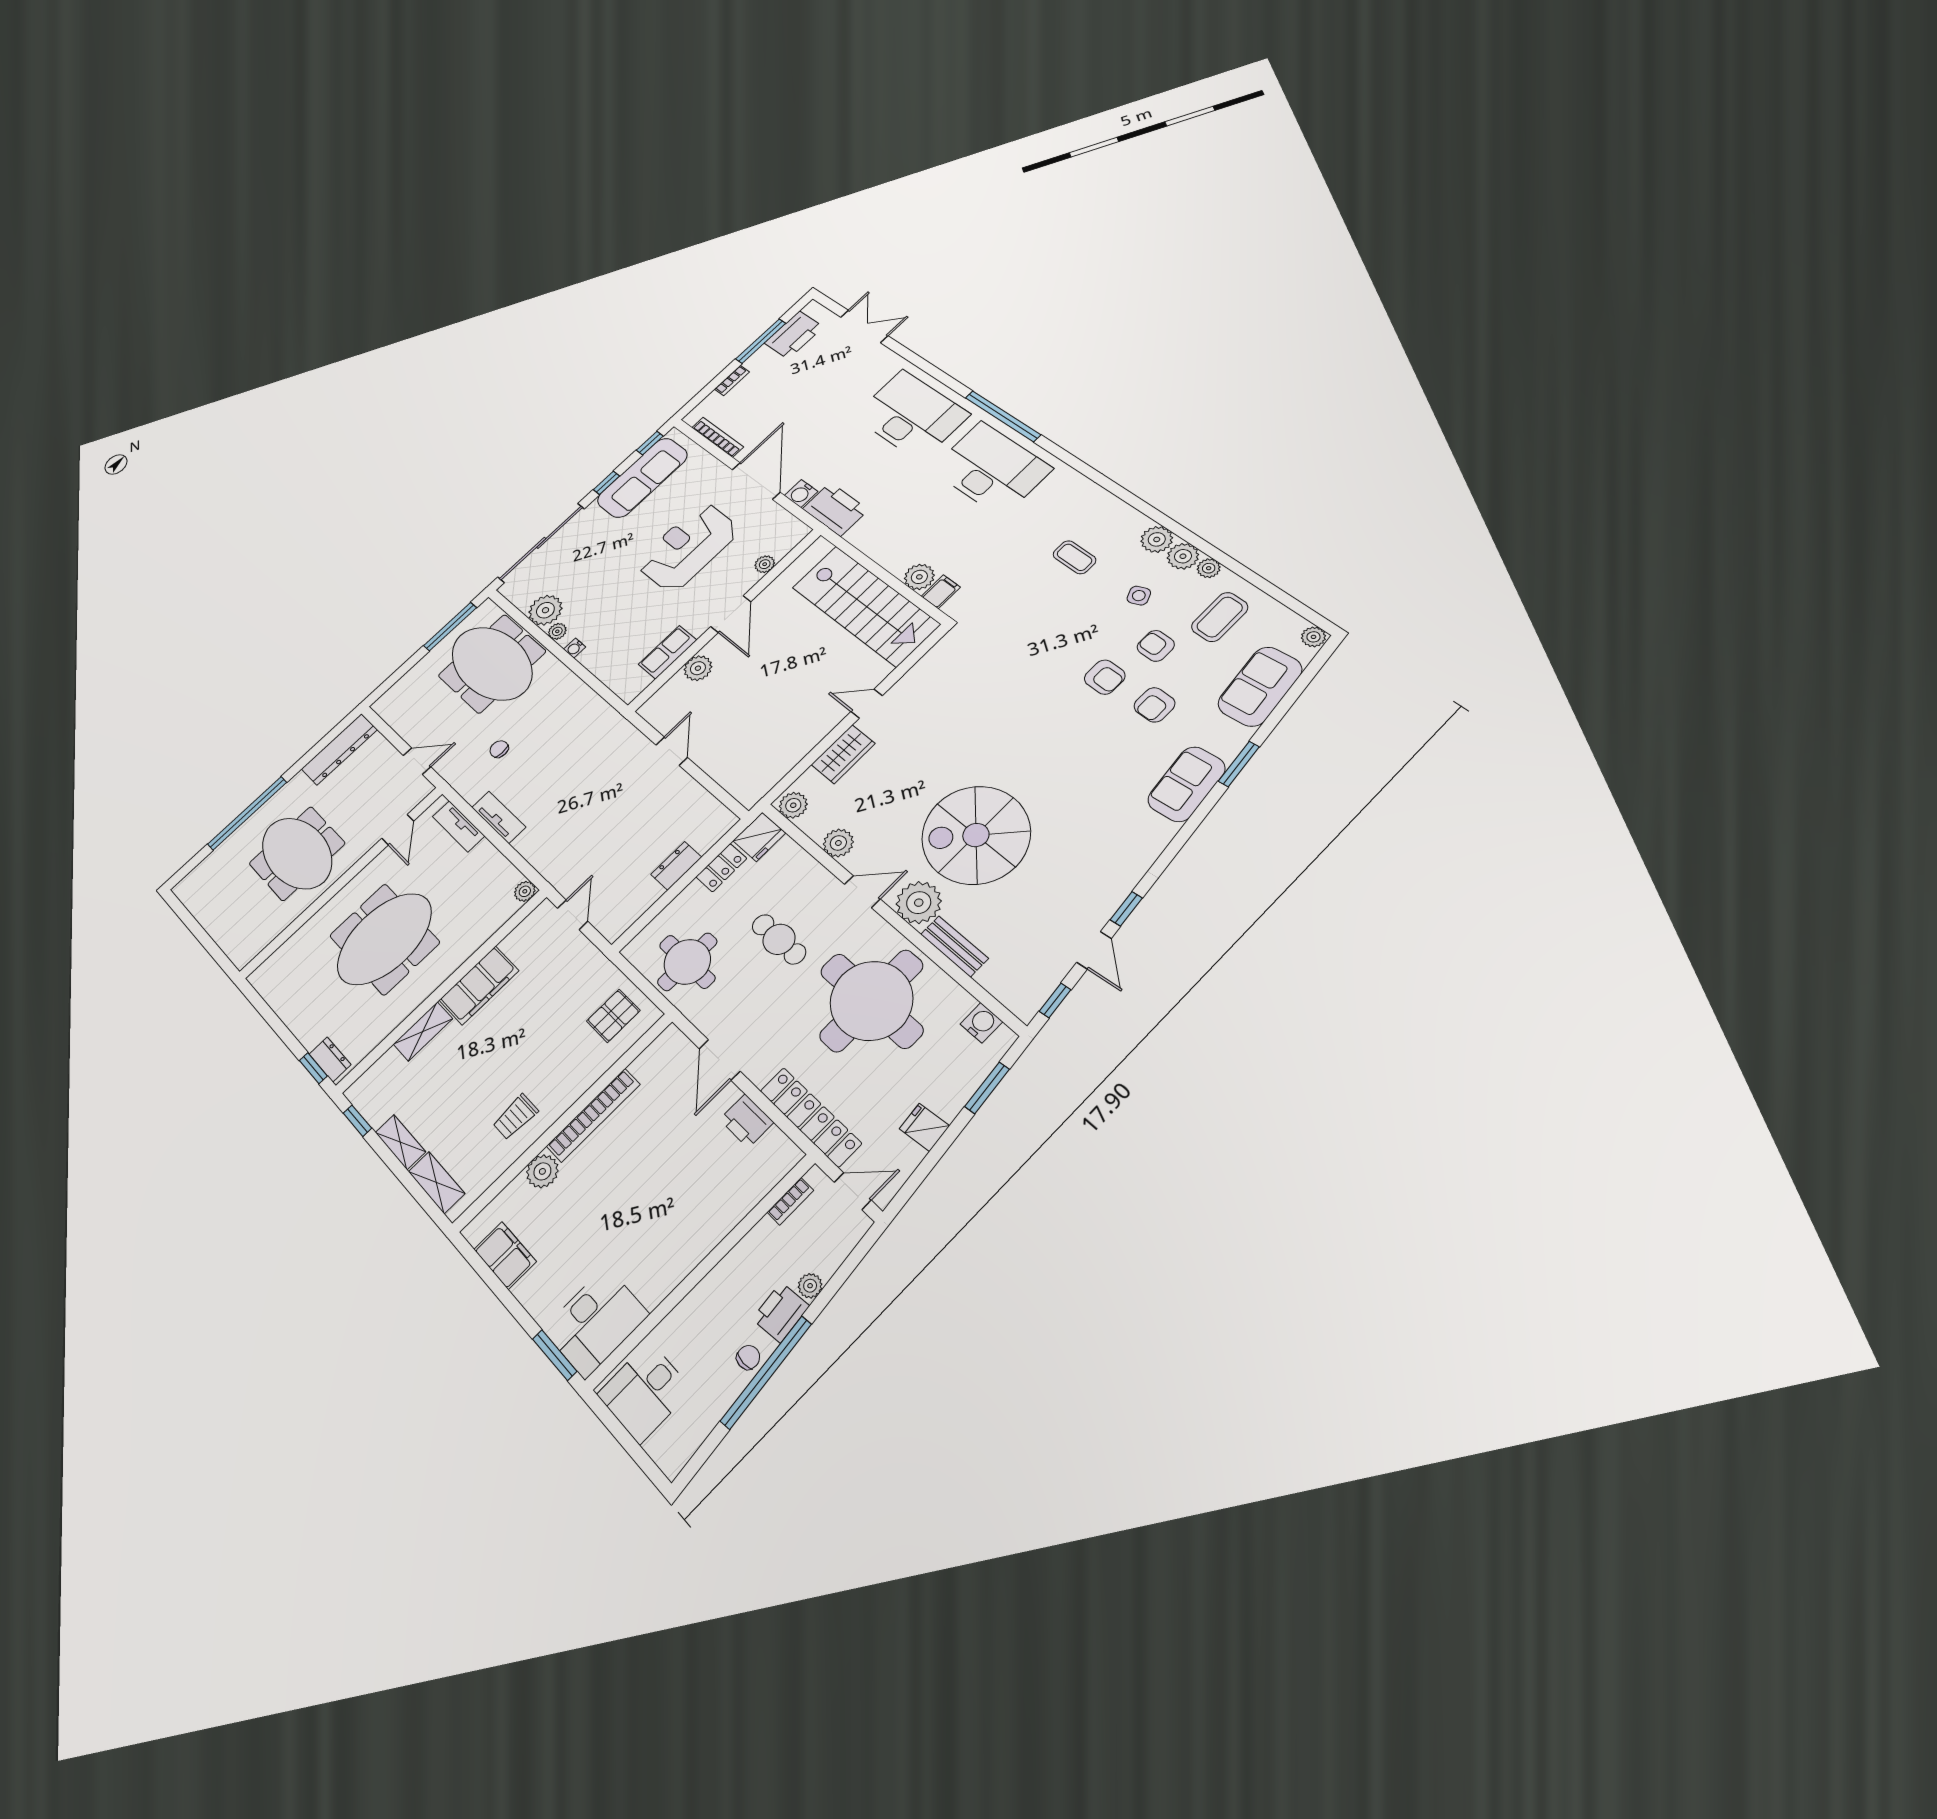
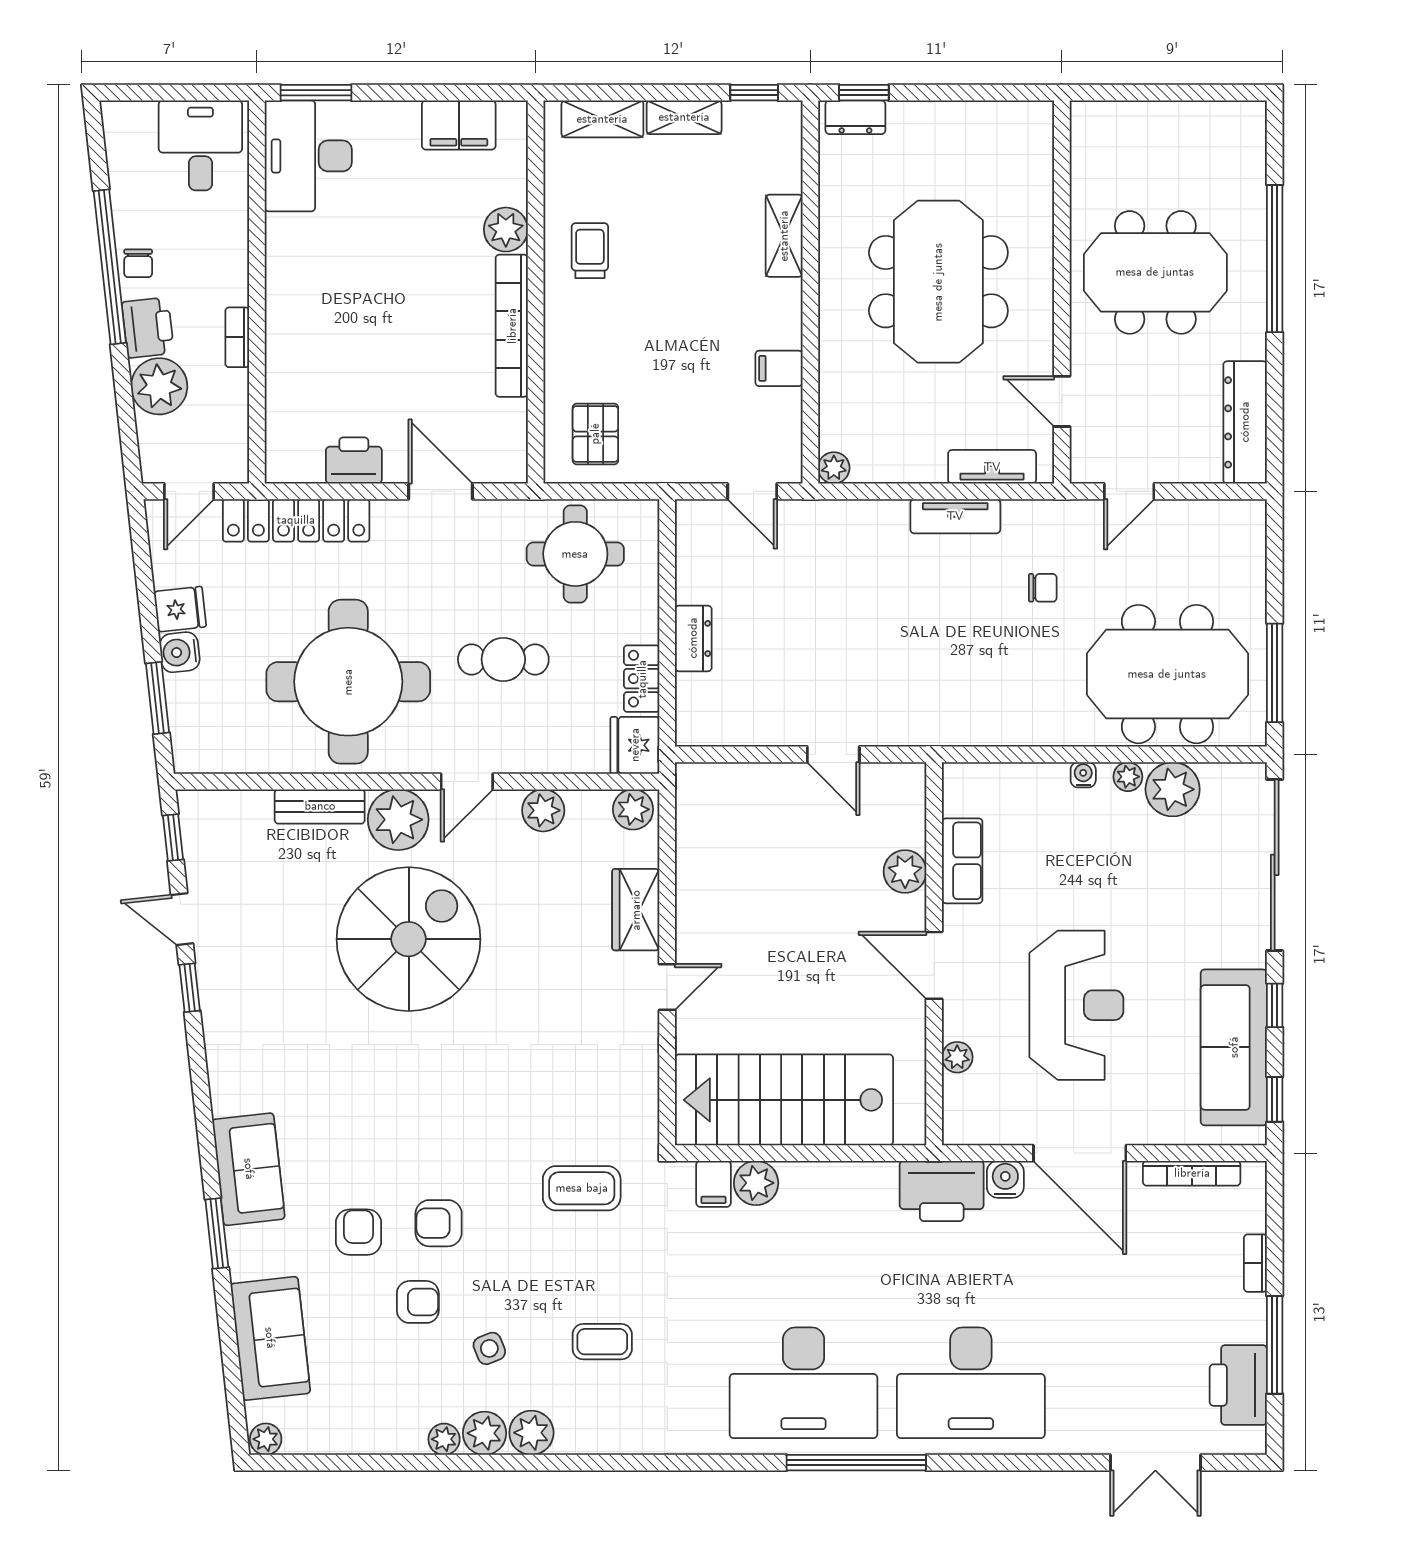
coffee table: (1220, 617) -> (582, 1188), moved, turned 90
filing cabinet: (479, 985) -> (779, 368), width x0.33, depth x0.86
water cooler: (981, 1023) -> (180, 652), moved, turned 84
bookcase: (790, 1201) -> (237, 337), moved
plant: (810, 1286) -> (159, 386), width x1.88, depth x1.88

